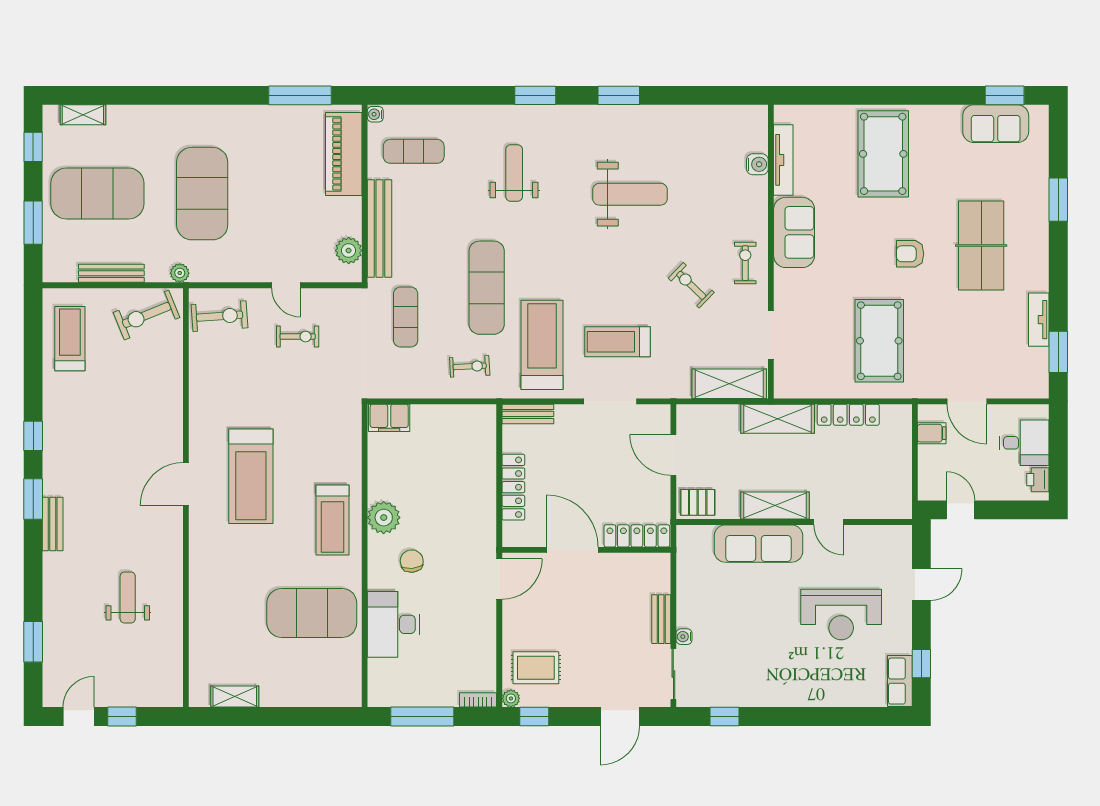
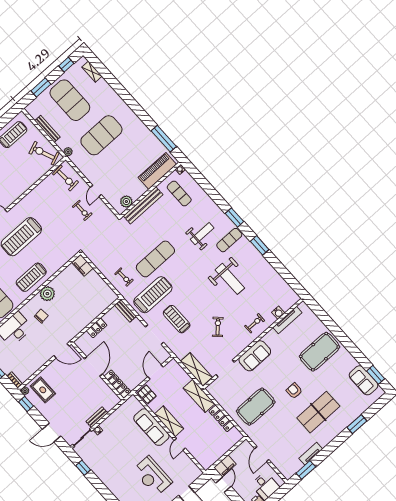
sofa: (794, 232) -> (255, 356), moved
exercise bike: (745, 263) -> (255, 323), moved
exercise mat: (406, 317) -> (229, 240), moved
filing cabinet: (932, 433) -> (225, 466), moved, width x2.00
locker: (513, 487) -> (97, 328), width x0.66

